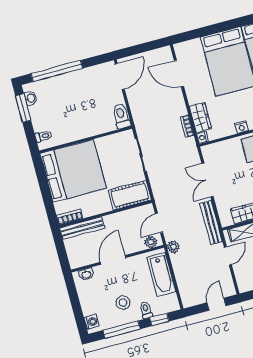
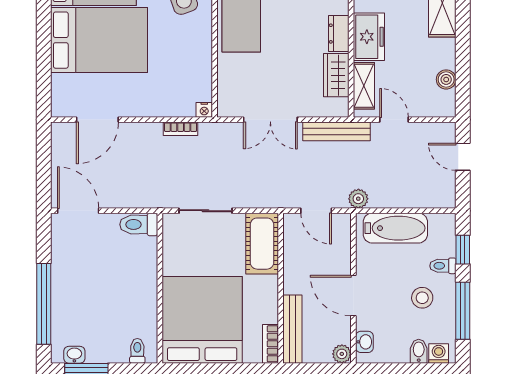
wardrobe: (200, 118) -> (173, 105), removed
nightstand: (242, 127) -> (204, 46), removed
plant: (151, 242) -> (342, 354), moved
bidet: (90, 309) -> (419, 351), added

